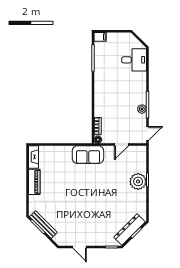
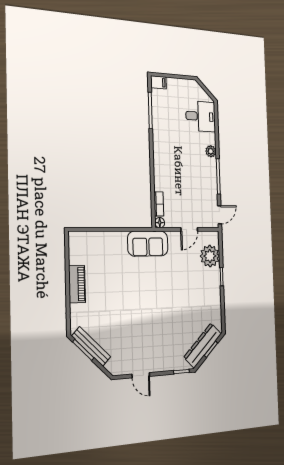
plant: (142, 109) -> (211, 151), moved
fireplace: (33, 157) -> (75, 248), removed
plant: (138, 181) -> (210, 256), moved

